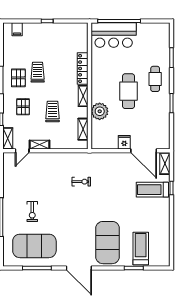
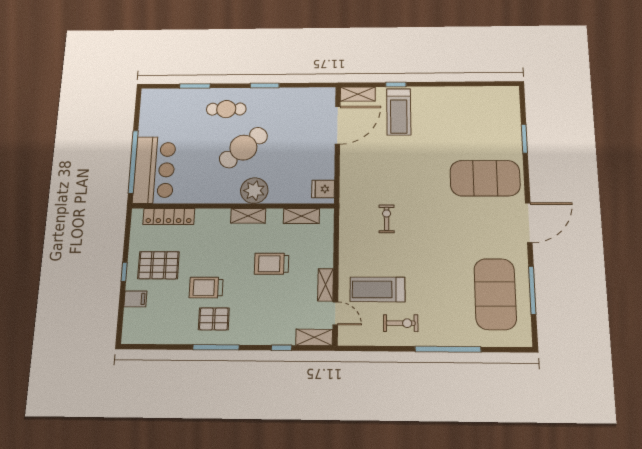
filing cabinet: (17, 29) -> (135, 299), moved
locker: (83, 68) -> (169, 216), moved
cafe table: (128, 91) -> (243, 148), turned -41
pallet: (23, 107) -> (158, 265), moved, width x1.50, depth x1.42
plant: (100, 111) -> (254, 191), moved
fridge: (124, 142) -> (323, 189), moved
exercise bike: (32, 212) -> (401, 323), moved
treadmill: (141, 248) -> (378, 289), moved

